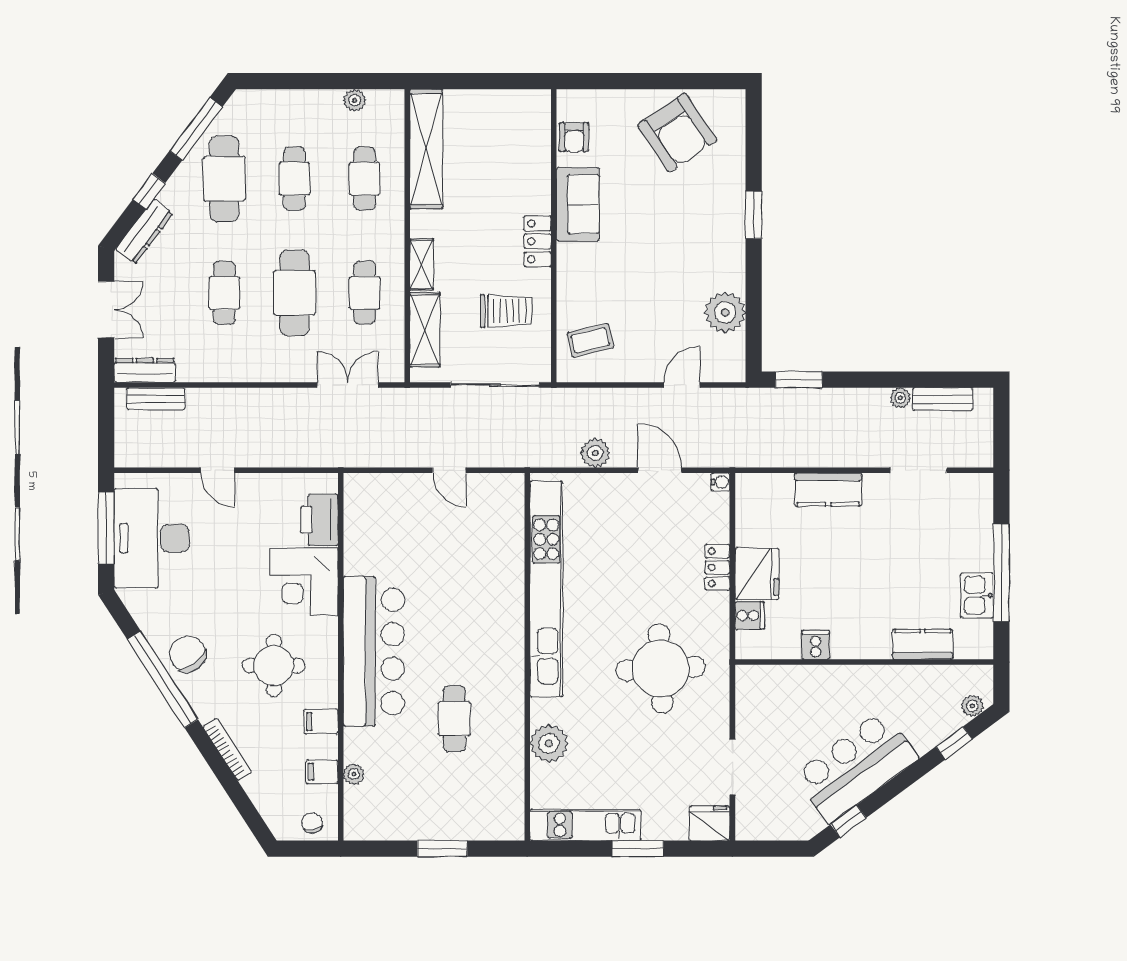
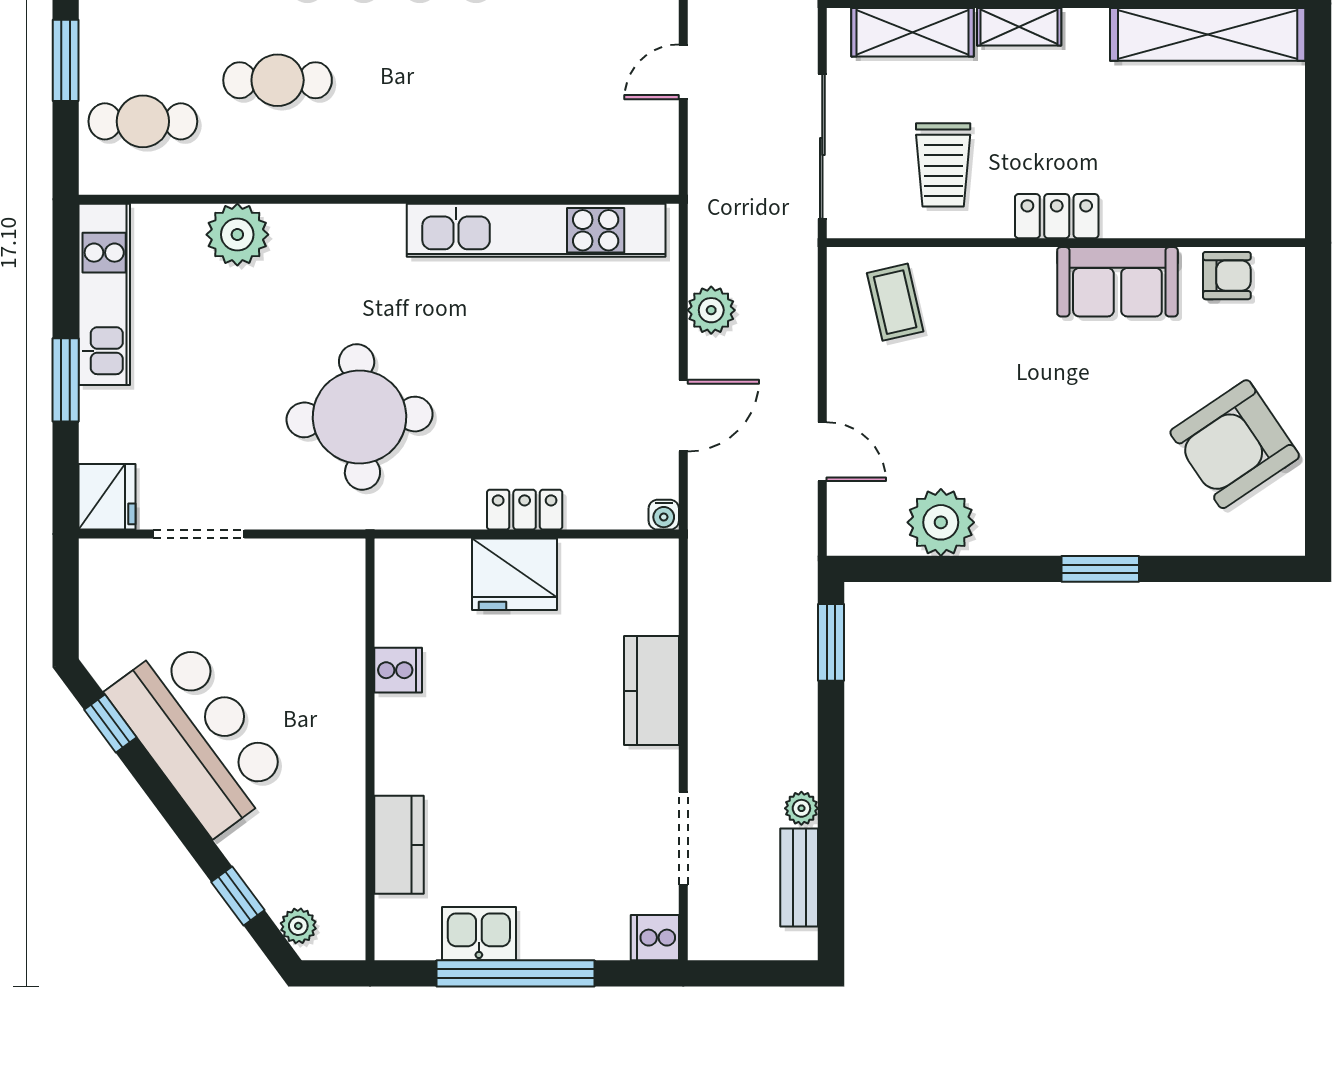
armchair: (574, 137) -> (1227, 276), turned 180
kitchen unit: (546, 589) -> (536, 230), width x0.73
cooker: (750, 615) -> (655, 938), moved, turned 90
cafe table: (480, 801) -> (143, 121), added

